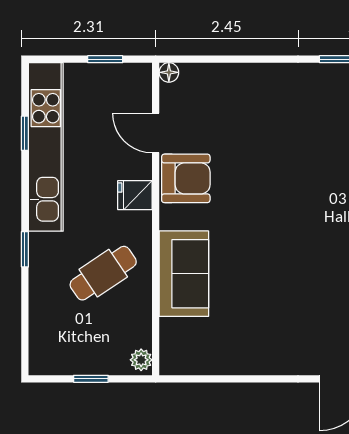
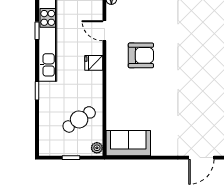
armchair: (186, 178) -> (141, 55), moved
cafe table: (103, 273) -> (79, 119), moved
sofa: (184, 274) -> (128, 143), moved, turned -90

